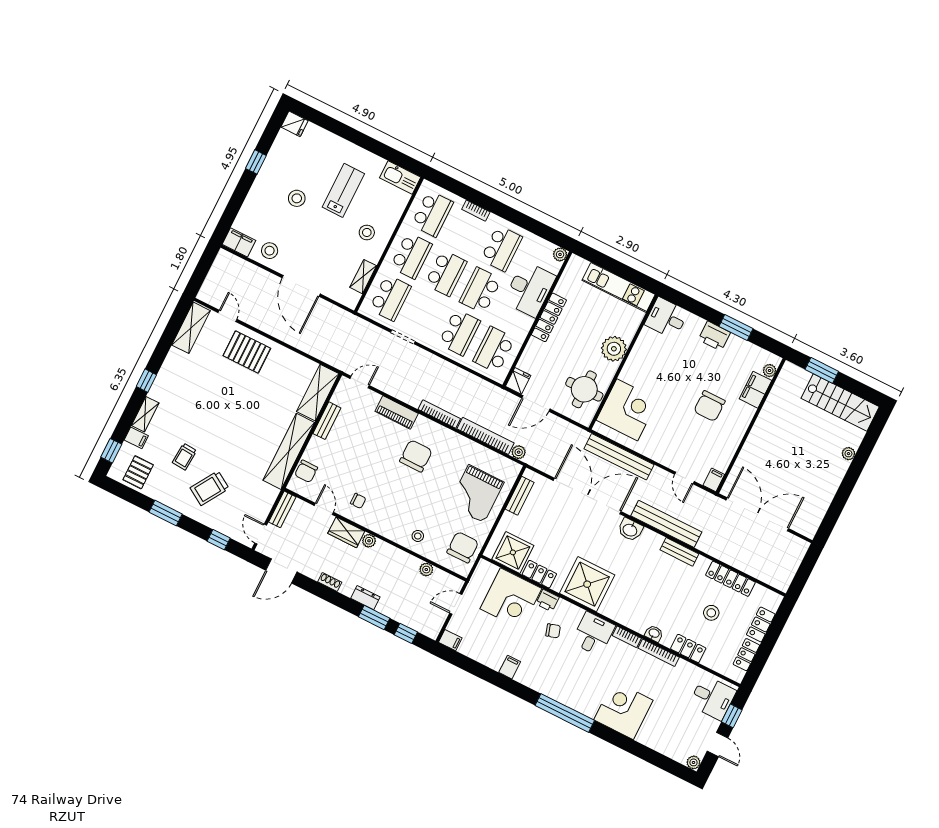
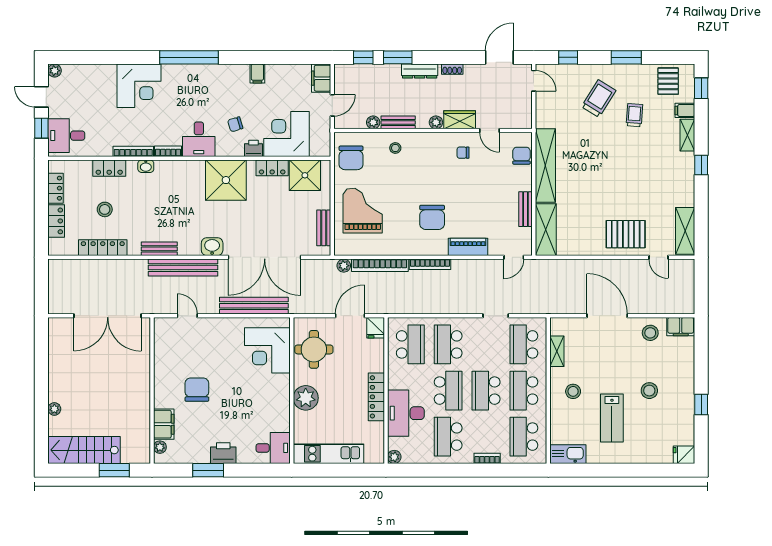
filing cabinet: (714, 480) -> (161, 327), removed
bench: (282, 509) -> (398, 122), moved, turned 90
dresser: (365, 598) -> (420, 71), width x1.44
filing cabinet: (450, 640) -> (321, 78), width x2.00

